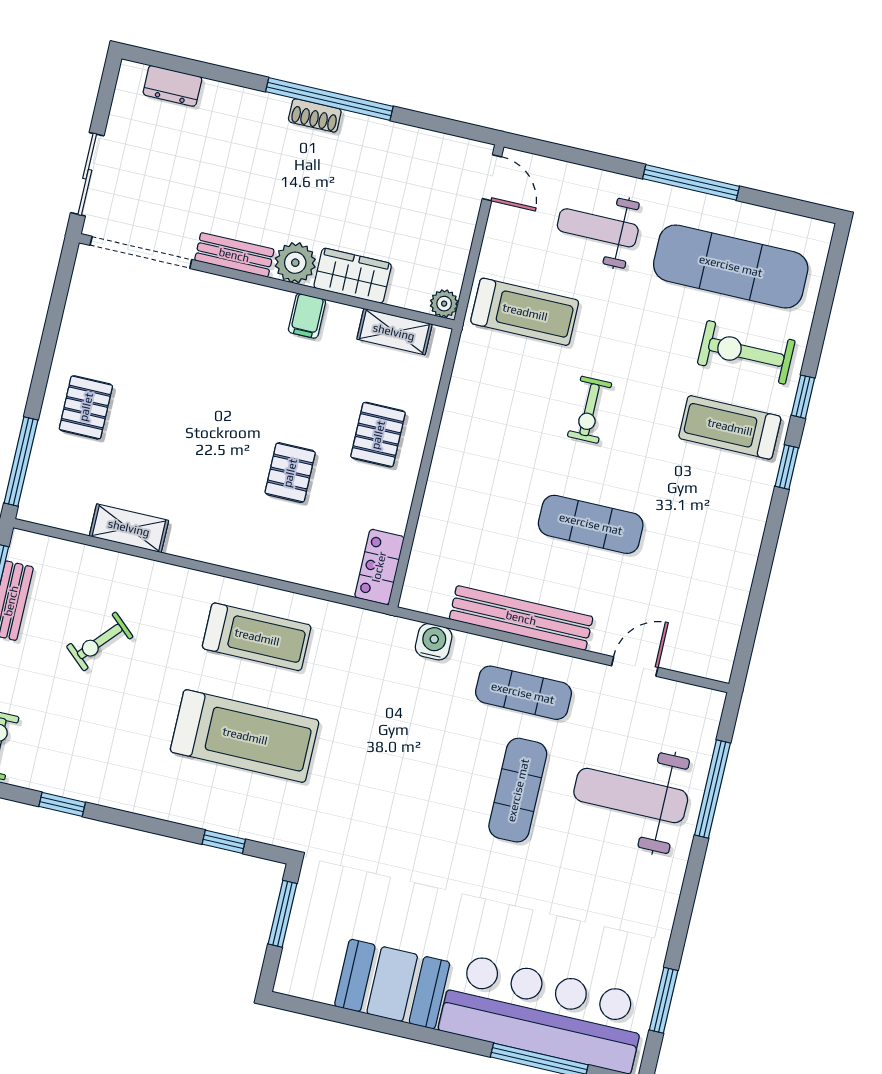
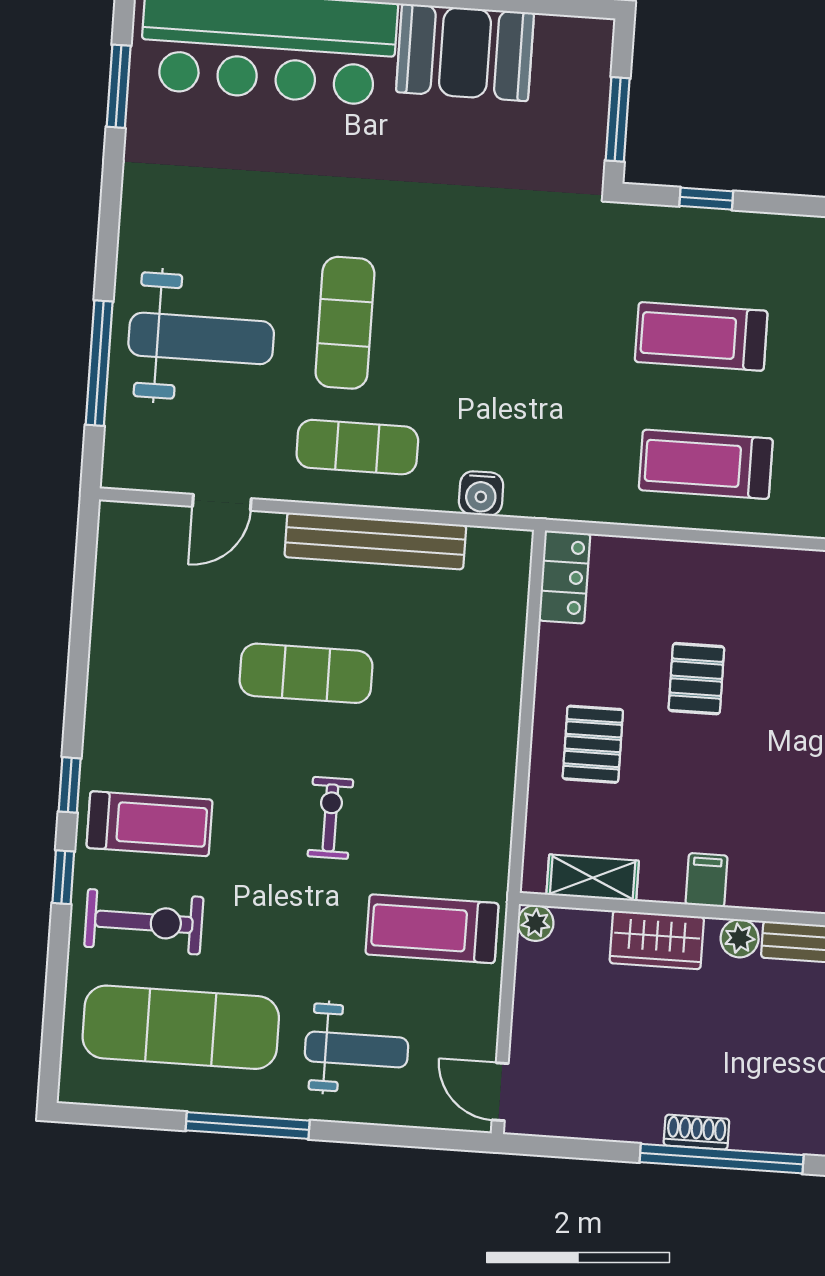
shoe rack: (315, 115) -> (696, 1132), moved
plant: (295, 263) -> (740, 938), width x0.73, depth x0.73
treadmill: (245, 736) -> (701, 336), width x0.73, depth x0.73

